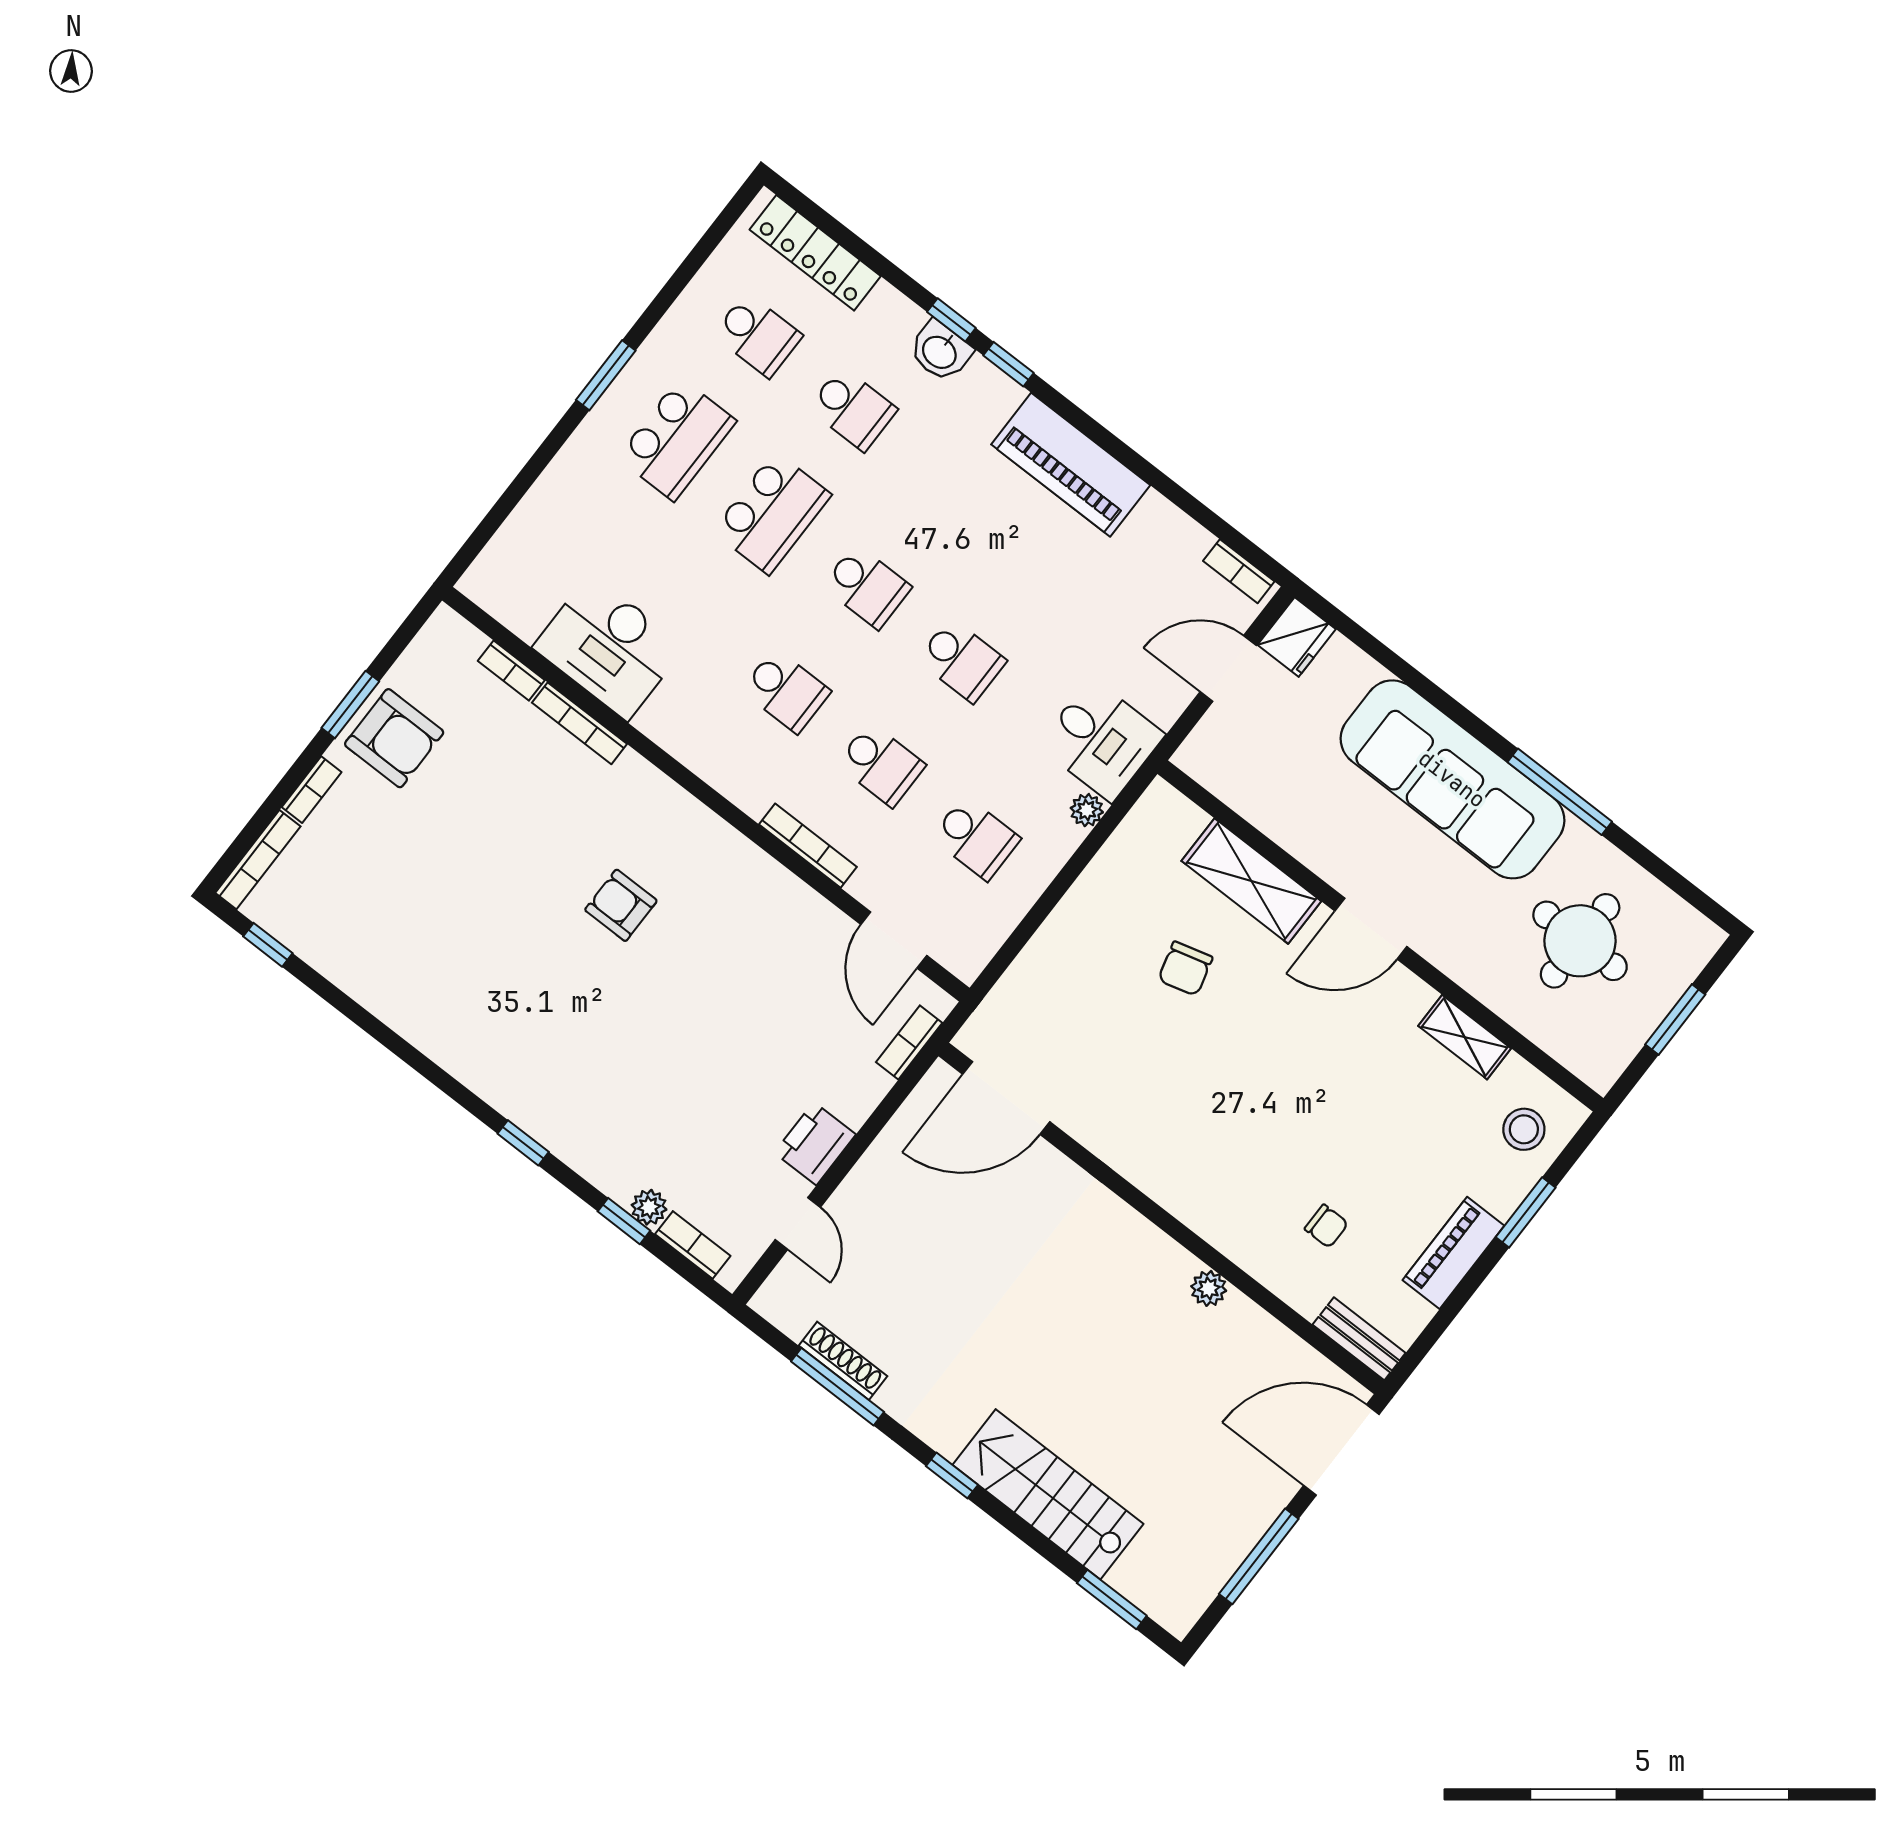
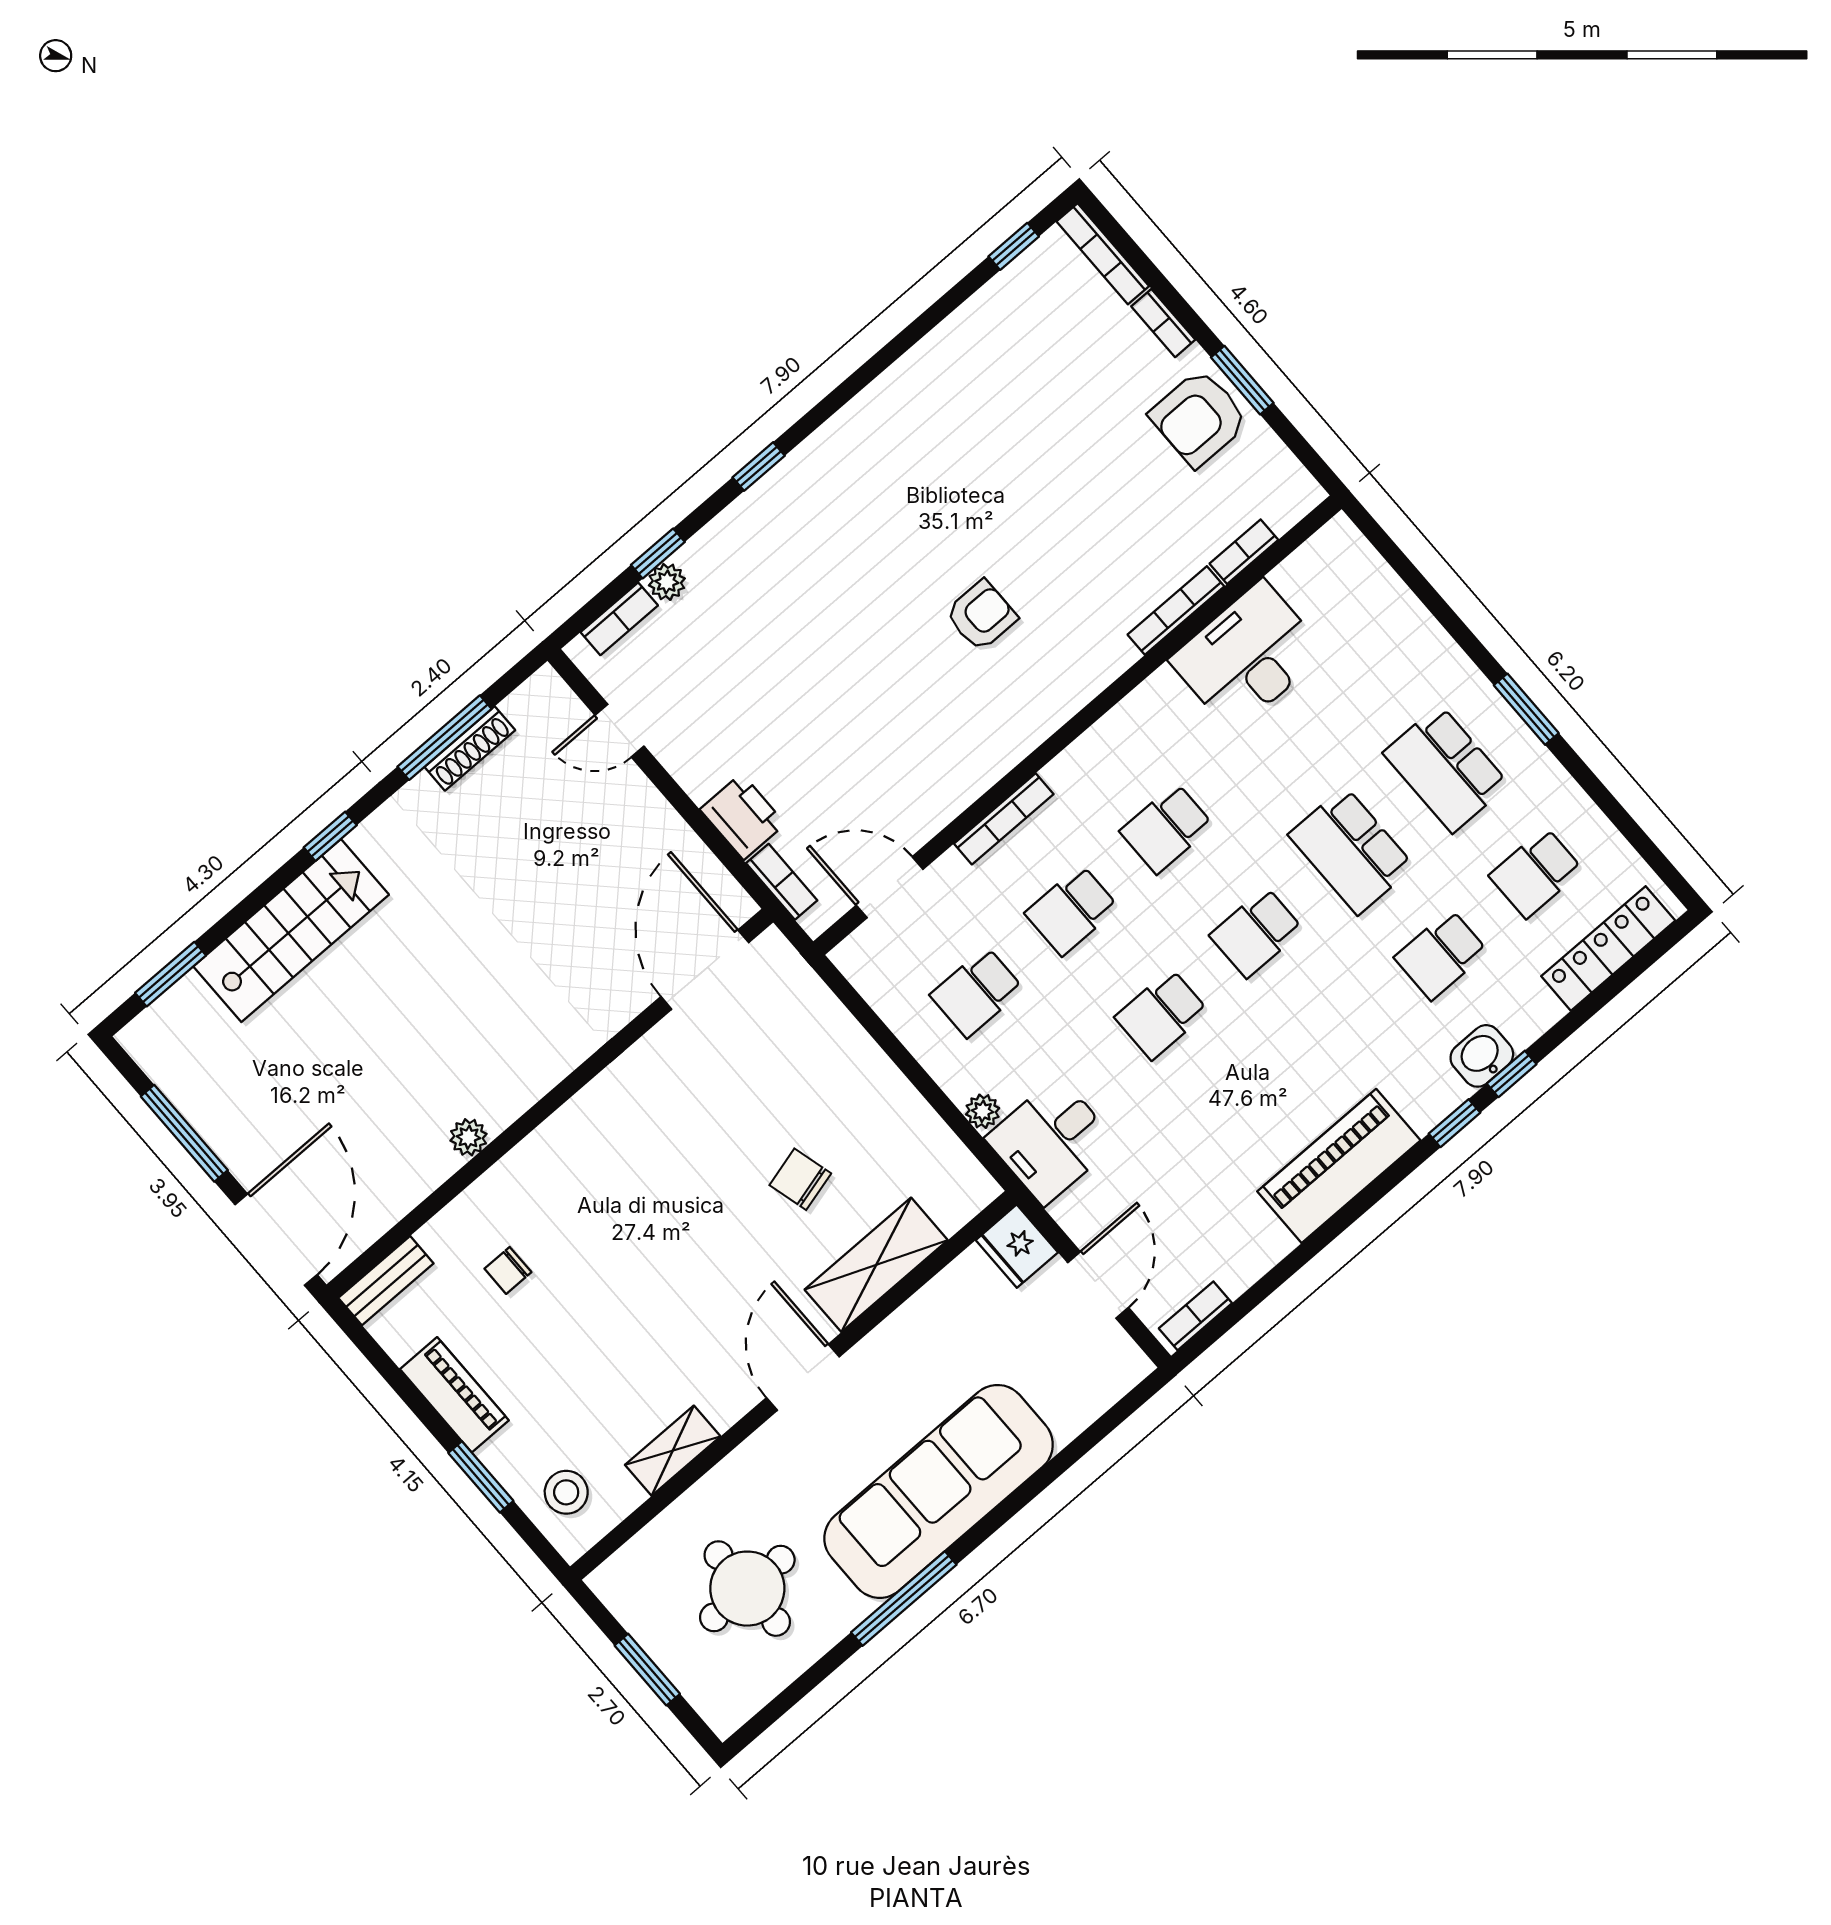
fridge: (1297, 637) -> (1017, 1246), moved
printer: (815, 1144) -> (743, 817), moved

